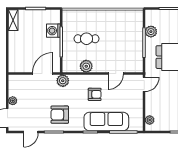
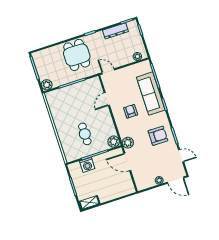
plant: (151, 32) -> (47, 85), moved
plant: (86, 66) -> (114, 142), moved
door: (116, 74) -> (107, 99), swing flipped
armchair: (60, 115) -> (158, 136), turned -90

